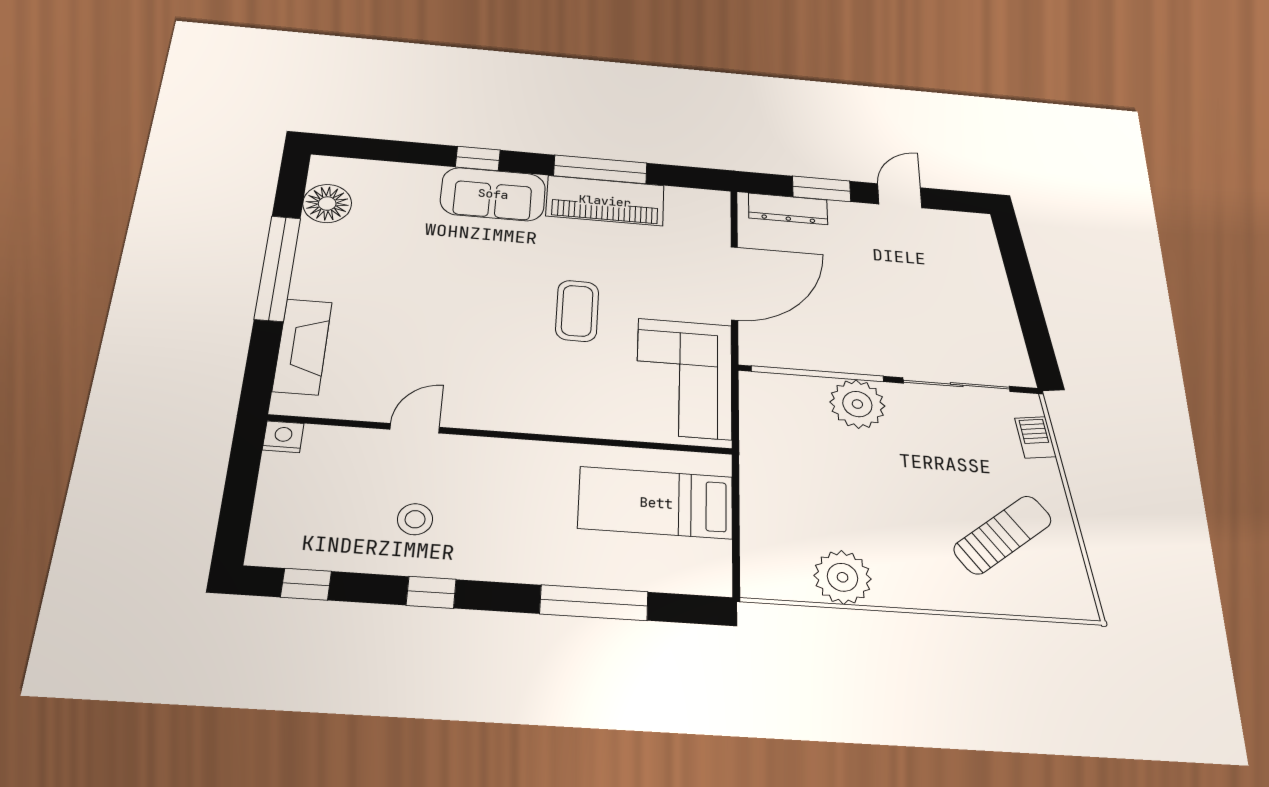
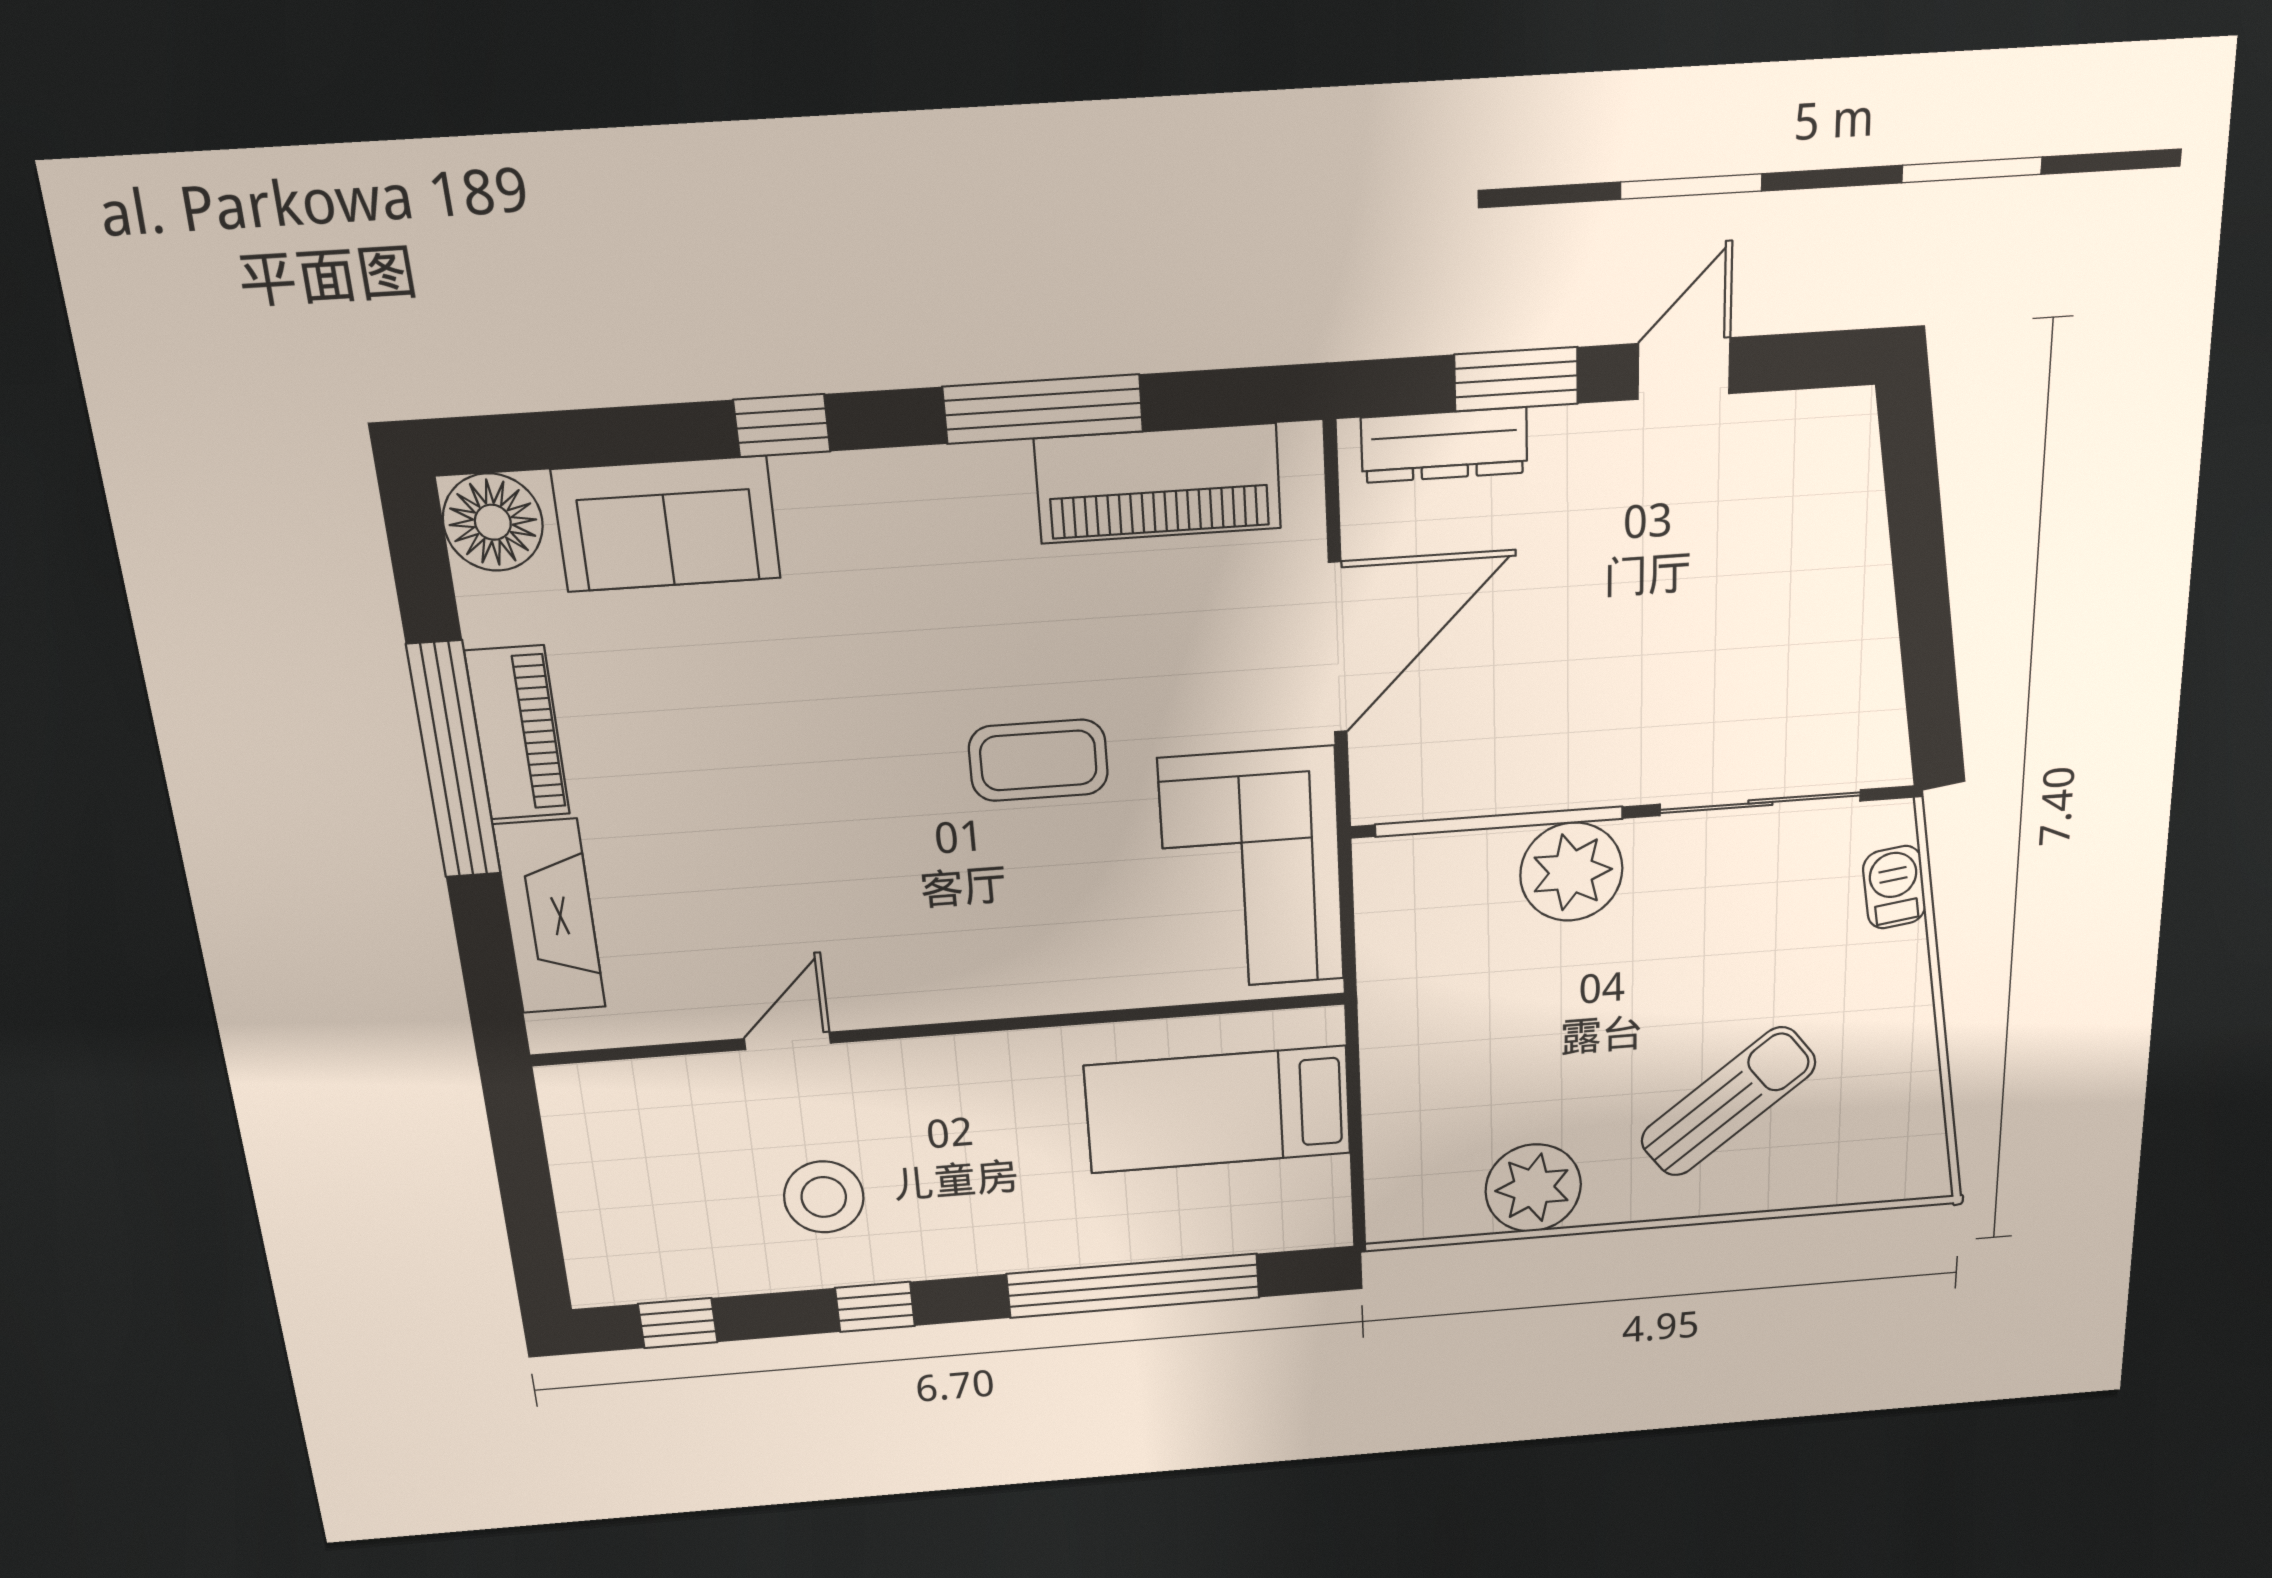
sofa: (493, 194) -> (667, 524), moved
piano: (605, 201) -> (1158, 484), moved
floor lamp: (327, 203) -> (493, 522), moved
piano: (314, 261) -> (517, 733), added
coffee table: (577, 311) -> (1038, 760), turned 90
nightstand: (283, 437) -> (568, 1091), removed
stool: (415, 519) -> (824, 1197), width x1.38, depth x1.38
sun lounger: (1003, 535) -> (1728, 1102), moved
window: (594, 603) -> (1133, 1286), width x1.46

